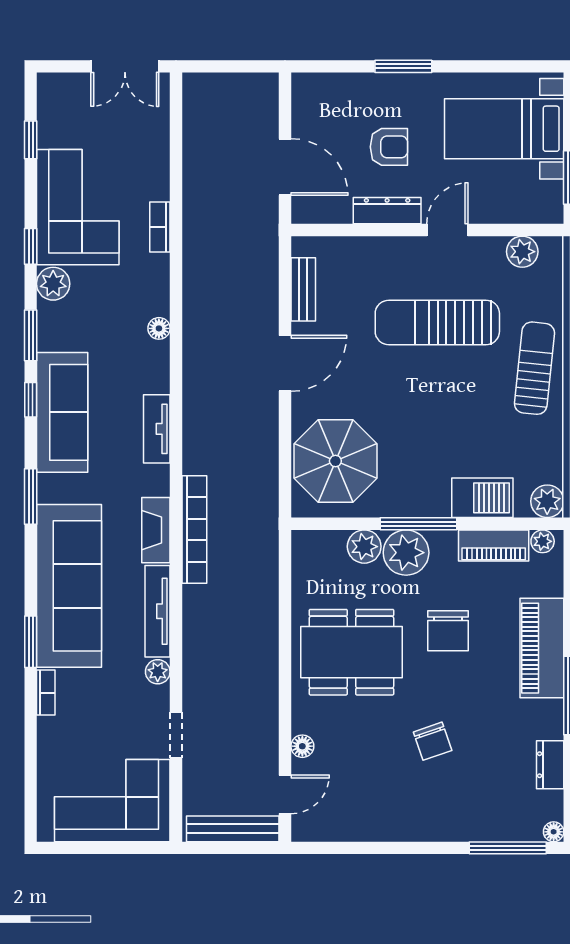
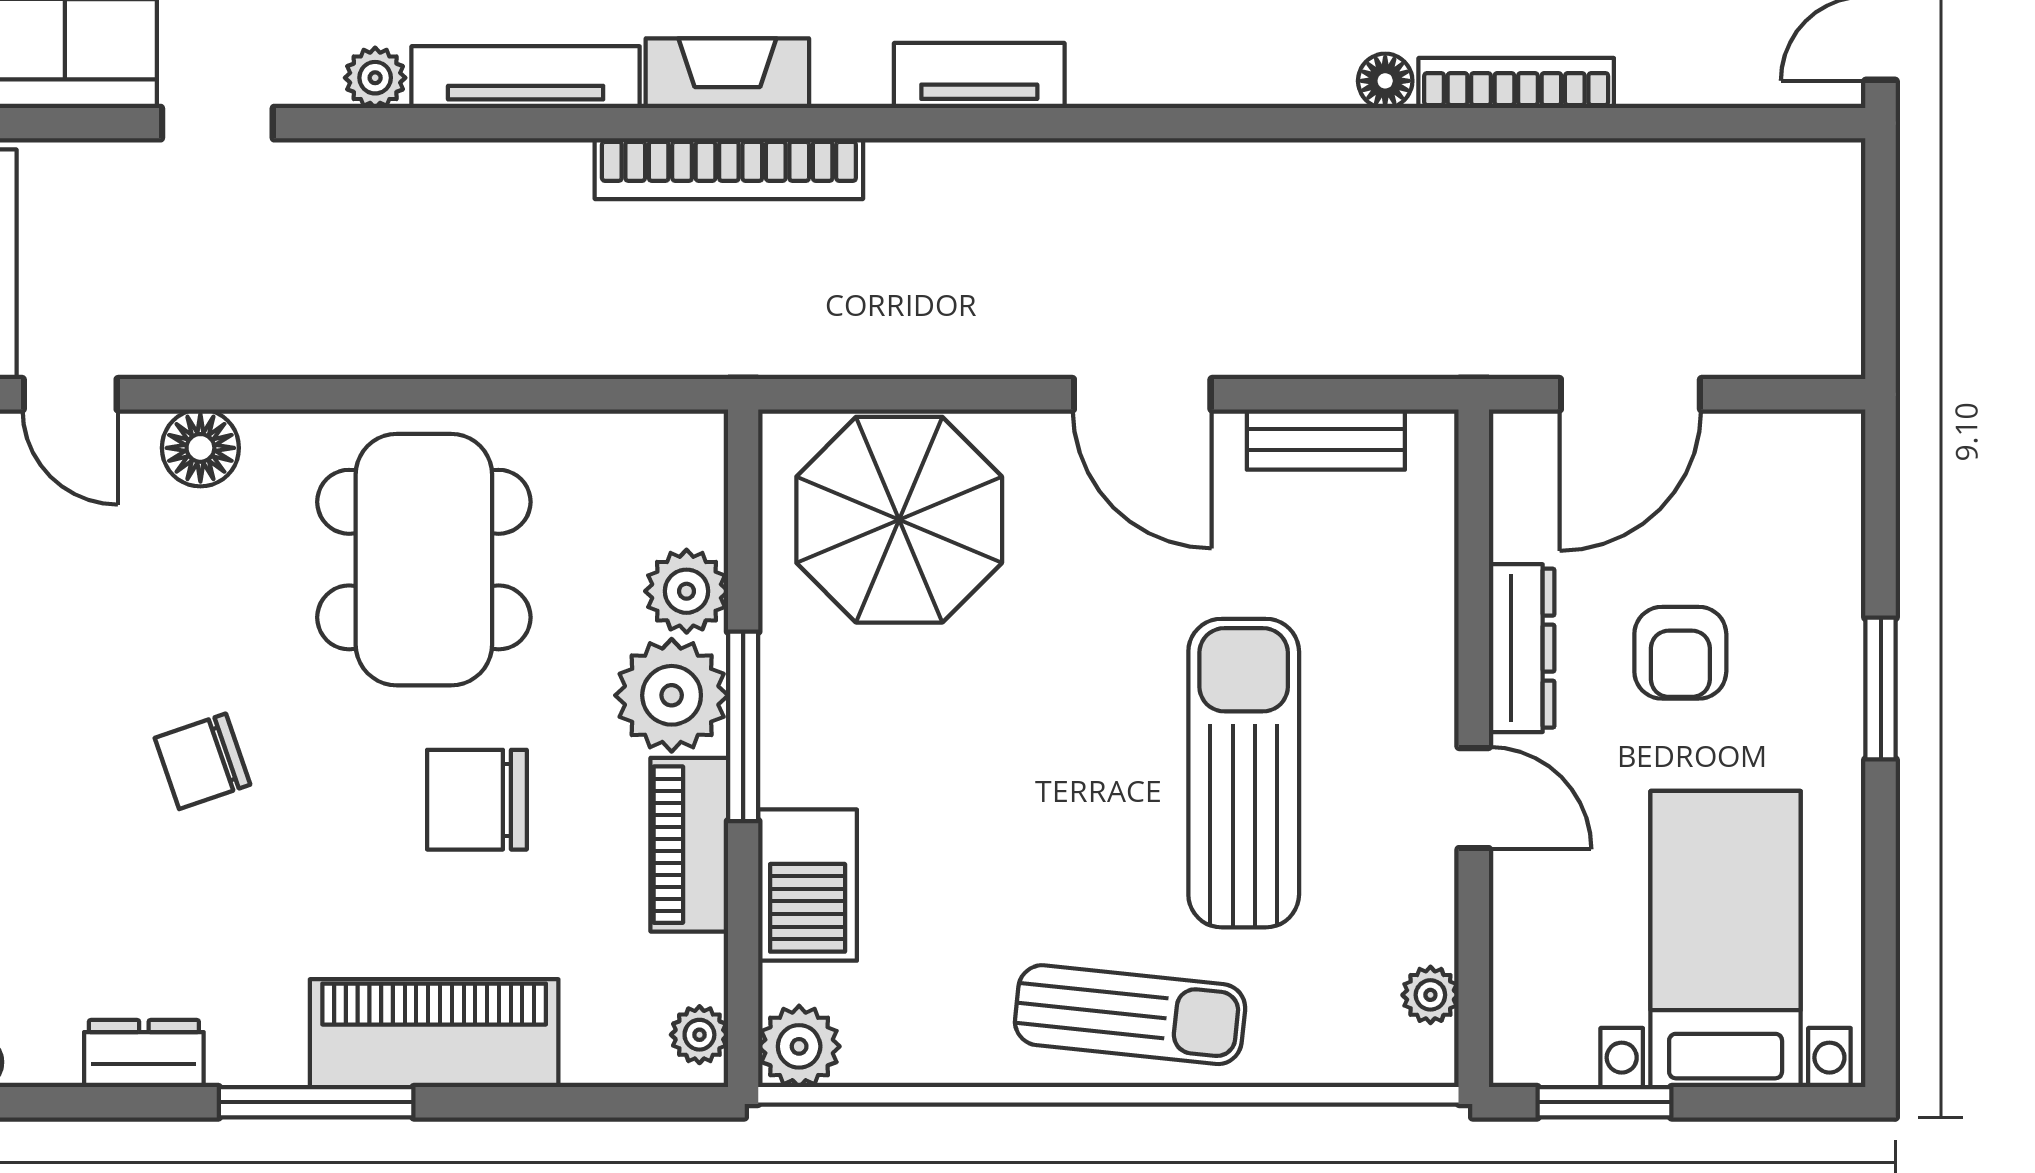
bookcase: (160, 227) -> (1516, 83), width x1.56
plant: (522, 252) -> (1430, 995), width x0.73, depth x0.73
floor lamp: (159, 328) -> (1385, 81), moved
piano: (494, 545) -> (689, 845), moved
floor lamp: (302, 746) -> (200, 448), width x1.37, depth x1.37

